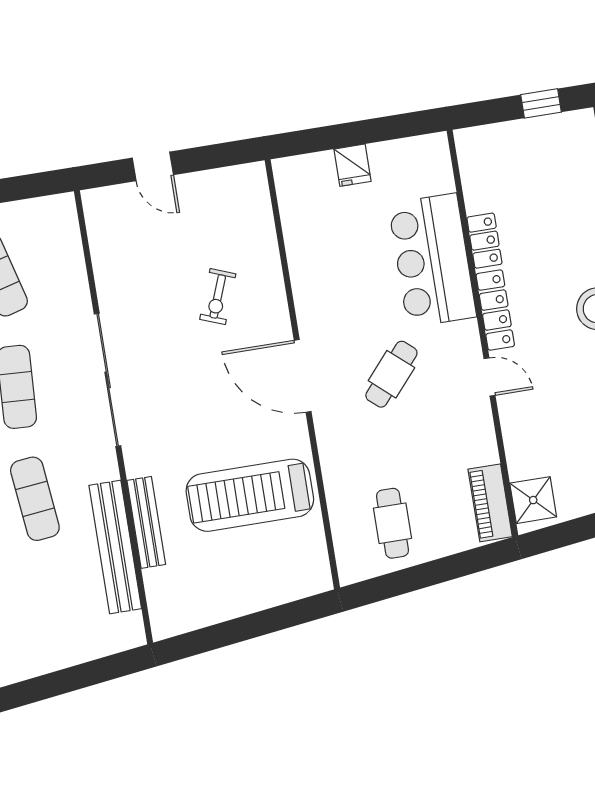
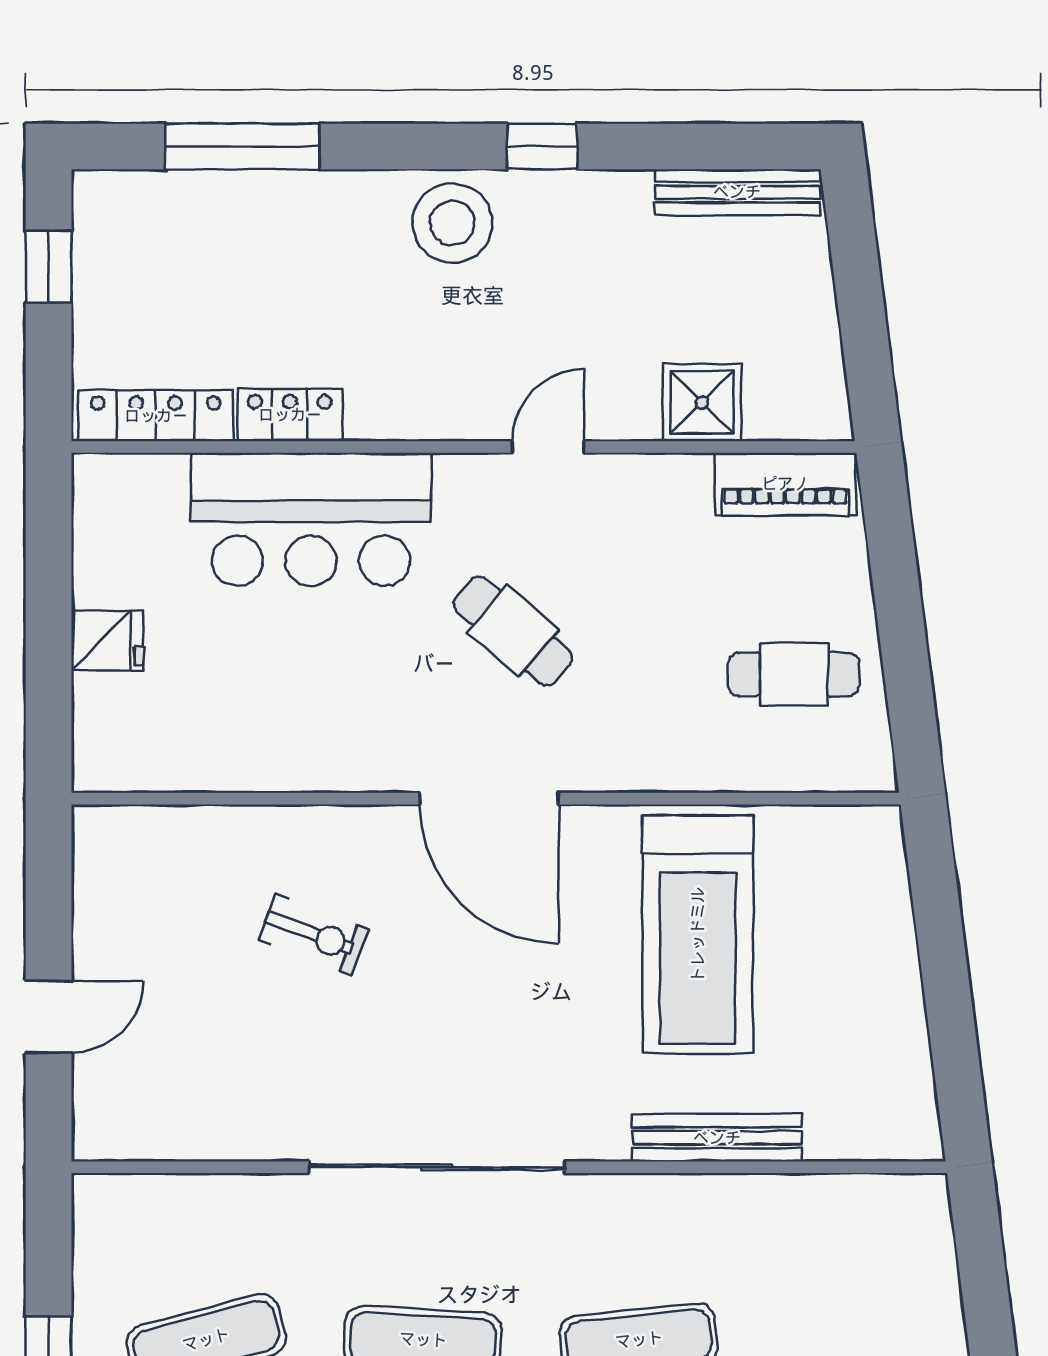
locker: (495, 310) -> (156, 416), moved
door: (303, 376) -> (489, 799), hinge flipped
shower: (533, 500) -> (702, 402), moved
bench: (115, 547) -> (754, 1204), removed

